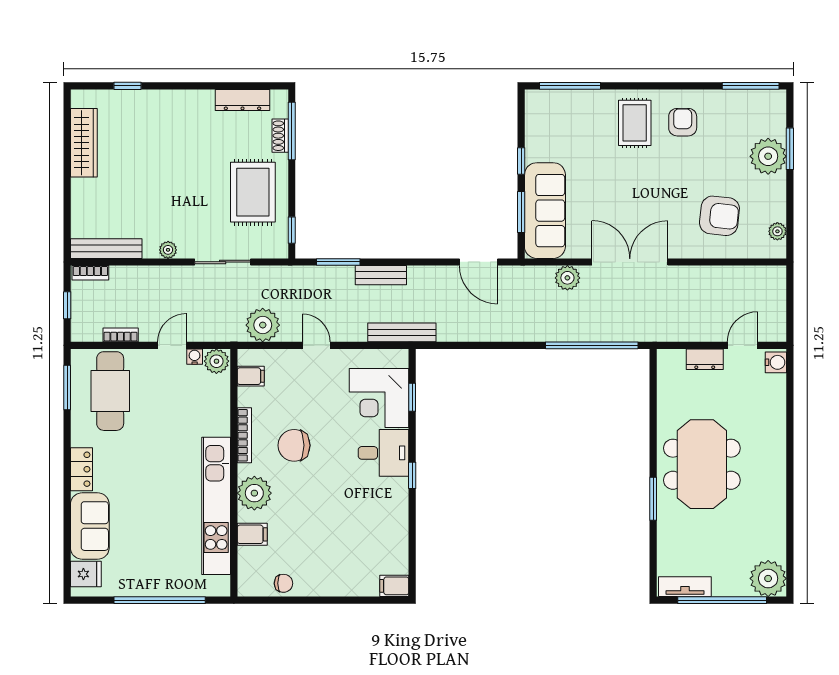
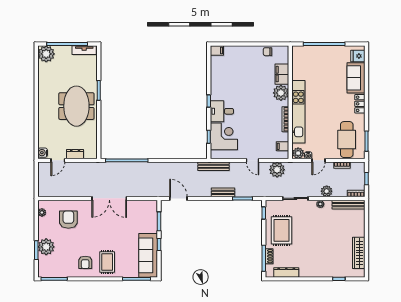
sofa: (545, 211) -> (148, 255), moved
armchair: (719, 216) -> (68, 220), turned 84
plant: (567, 278) -> (327, 191), moved
chair: (294, 445) -> (263, 115), removed
kitchen unit: (216, 506) -> (298, 112), moved
filing cabinet: (252, 534) -> (282, 74), width x2.00

